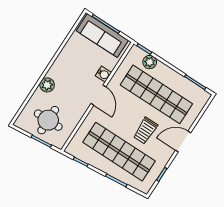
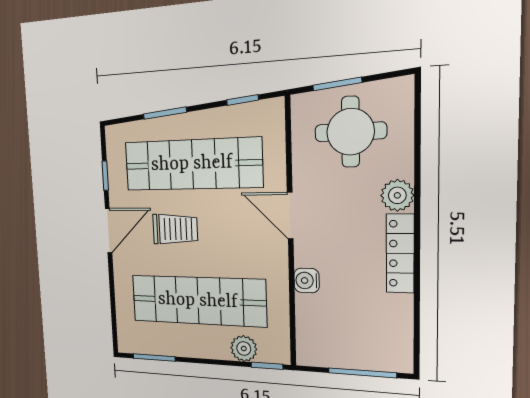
sofa: (102, 36) -> (354, 348), removed
locker: (60, 62) -> (400, 253), added
door: (98, 95) -> (290, 216), moved
trolley: (145, 131) -> (175, 229), turned 90
door: (183, 142) -> (109, 231), moved

